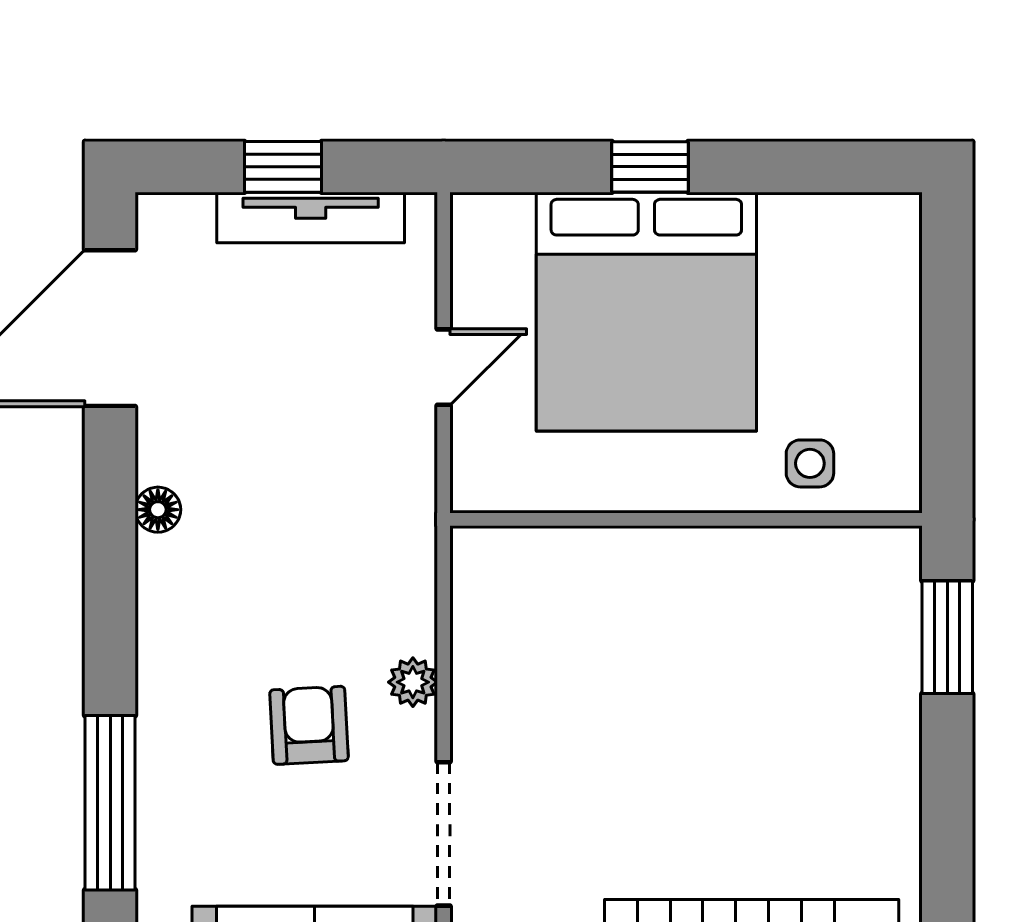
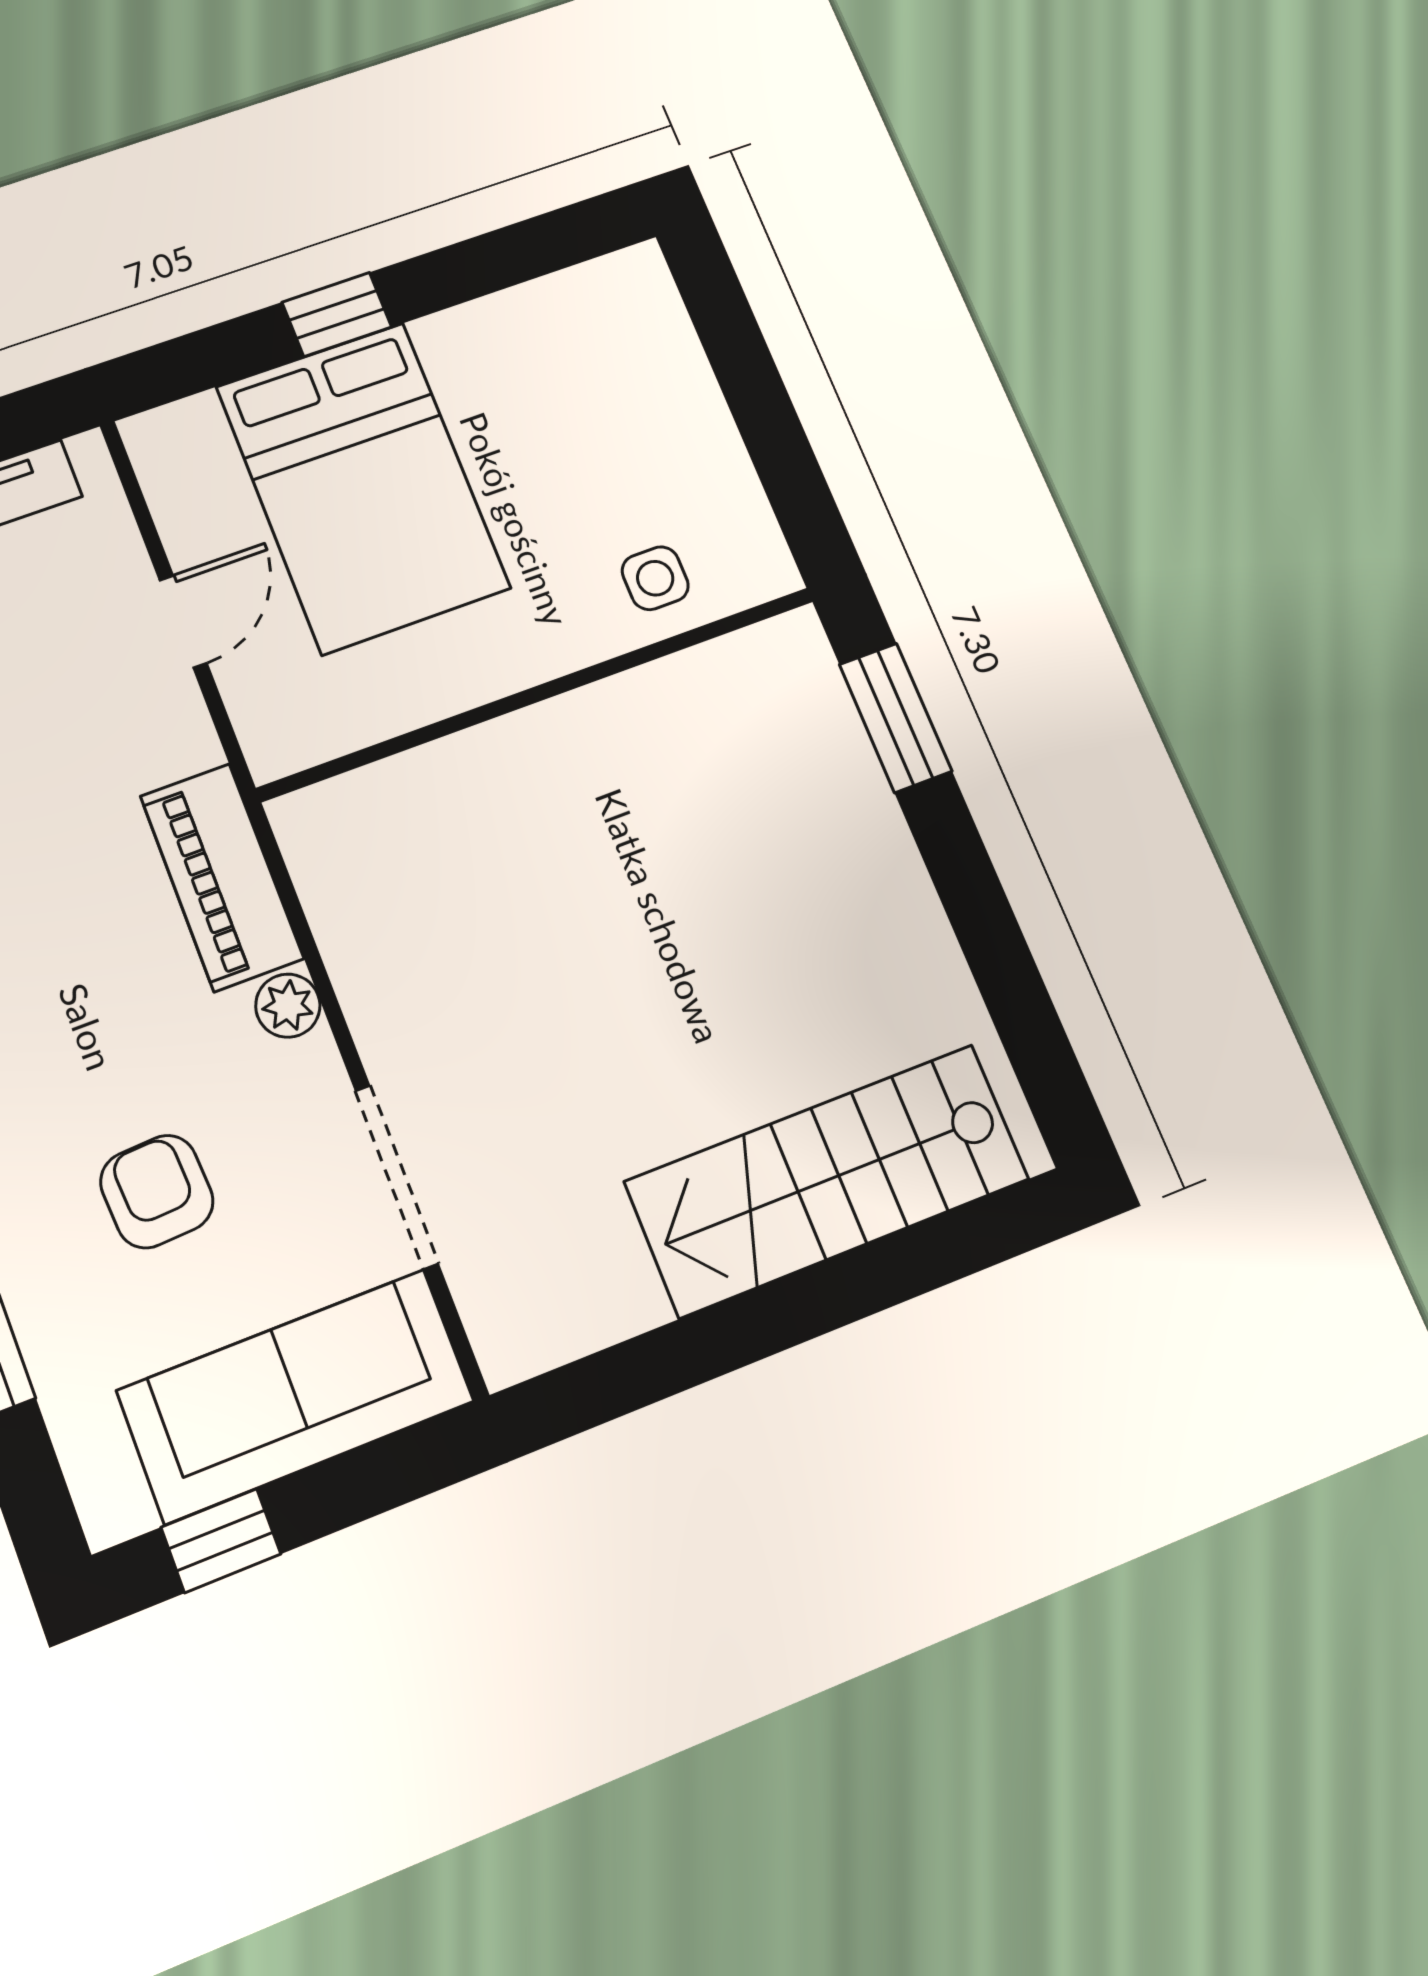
bed: (646, 312) -> (363, 487), width x0.73
piano: (401, 570) -> (222, 877), added
armchair: (309, 725) -> (157, 1191), moved

